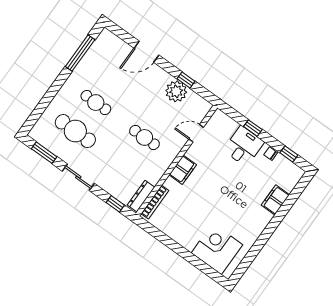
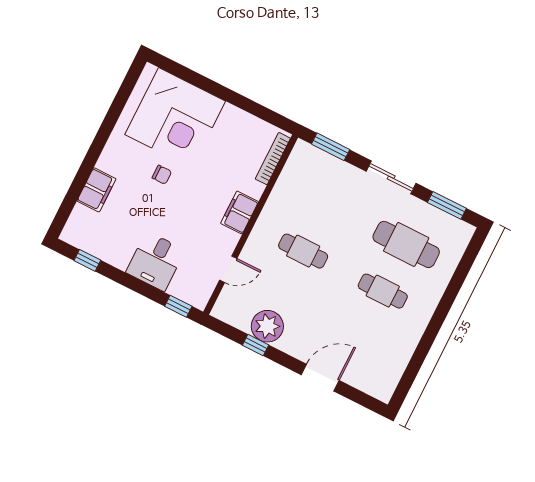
window: (80, 53) -> (417, 360), removed
window: (253, 128) -> (178, 306), moved
chair: (271, 154) -> (162, 175), moved
dresser: (141, 196) -> (295, 164), removed
window: (115, 204) -> (331, 147), width x1.50
corner desk: (217, 249) -> (175, 118), width x1.36, depth x1.36

